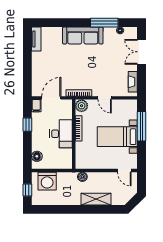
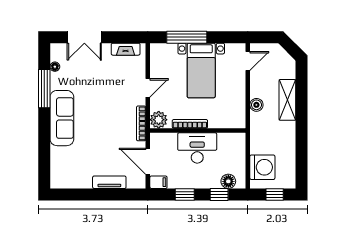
tv unit: (36, 39) -> (109, 182), moved
window: (27, 150) -> (219, 194), added
boiler: (82, 177) -> (256, 105), moved

